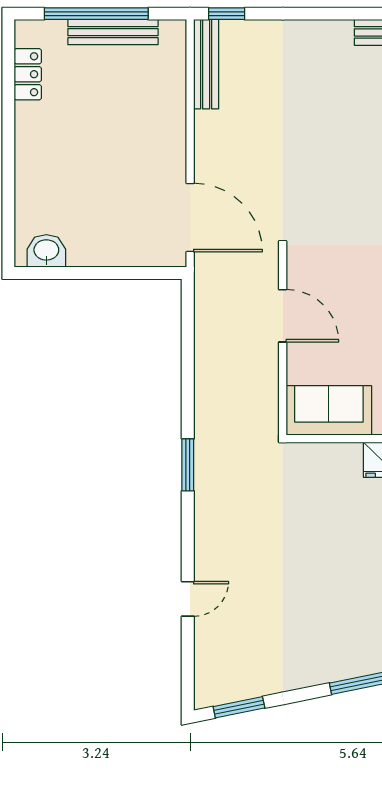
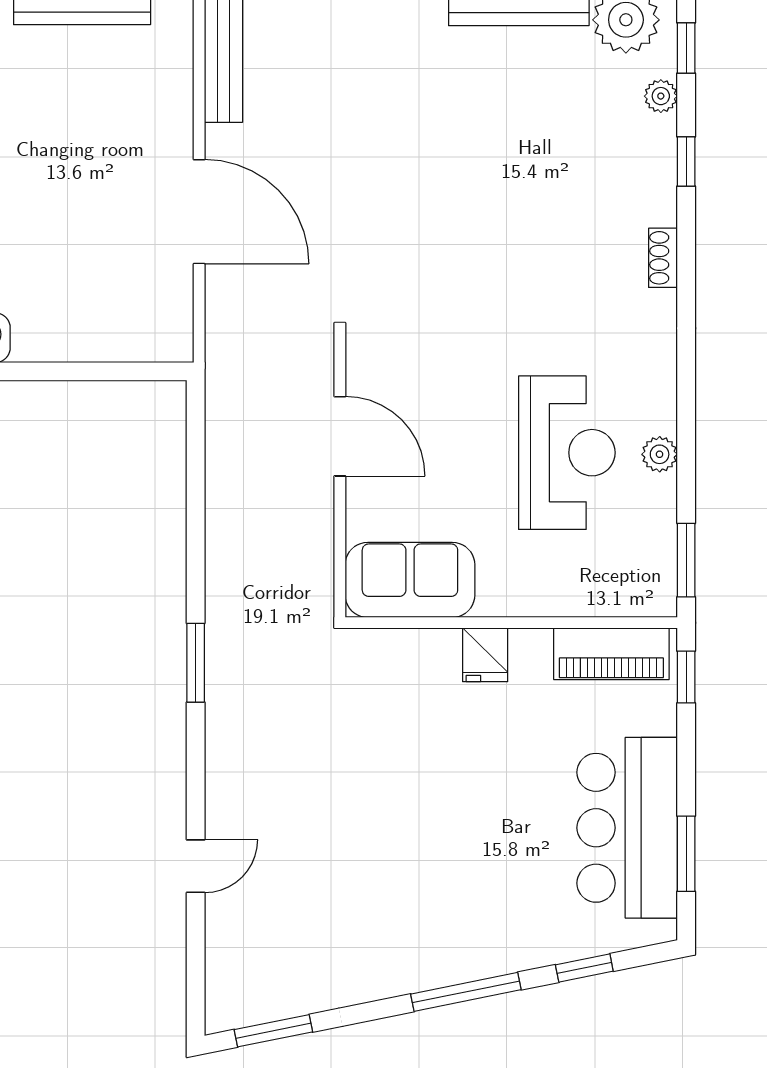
door: (190, 218) -> (199, 212), moved

